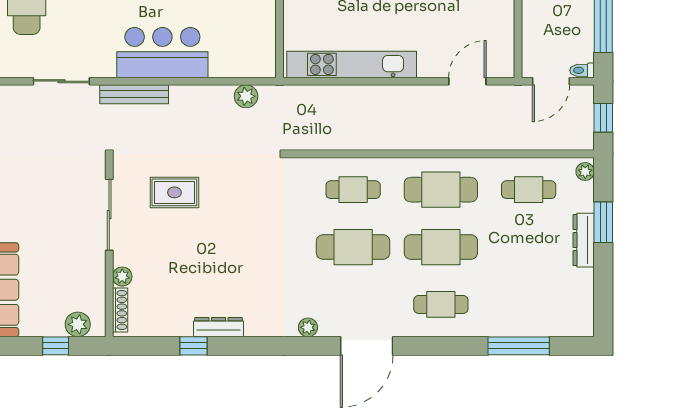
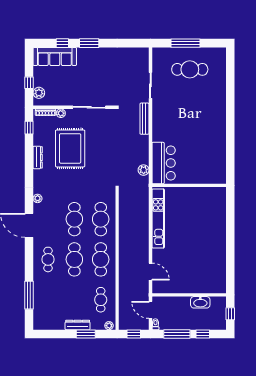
bar counter: (162, 53) -> (164, 163), moved
cafe table: (353, 190) -> (101, 219), width x1.37, depth x1.35
rug: (174, 192) -> (70, 148), moved, width x1.86, depth x2.06
window: (193, 346) -> (29, 128), moved

